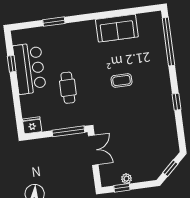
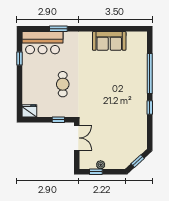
window: (168, 42) -> (150, 74), moved
bar counter: (29, 68) -> (43, 43), moved, turned 90
coffee table: (122, 80) -> (107, 84), removed
window: (68, 131) -> (58, 120), width x0.46

